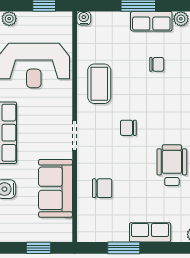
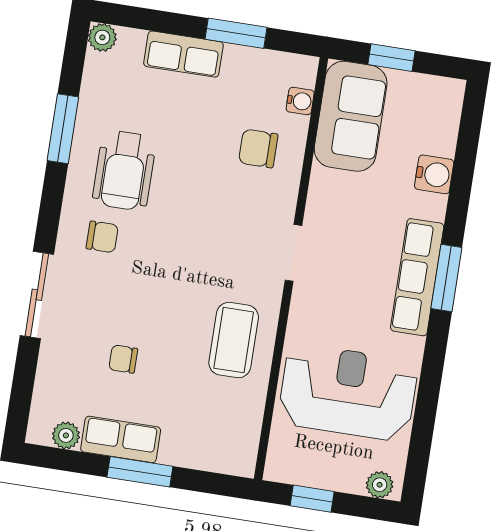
water cooler: (84, 18) -> (300, 101), moved, turned -90
chair: (128, 128) -> (102, 237), moved
sofa: (55, 188) -> (351, 116), moved

